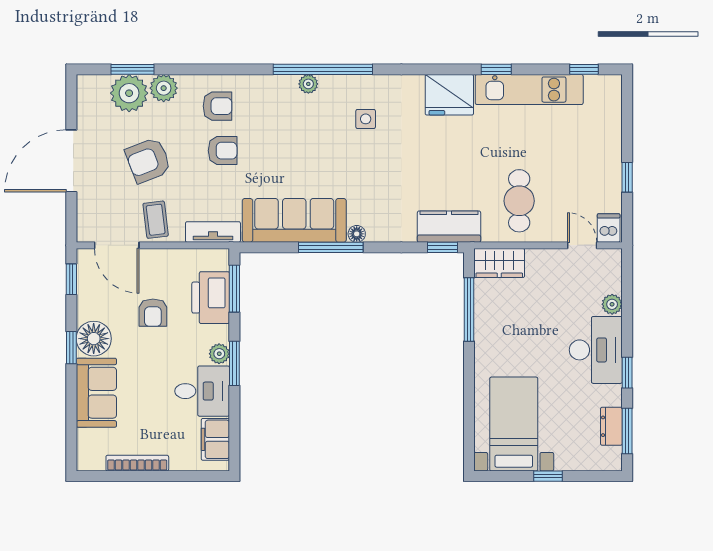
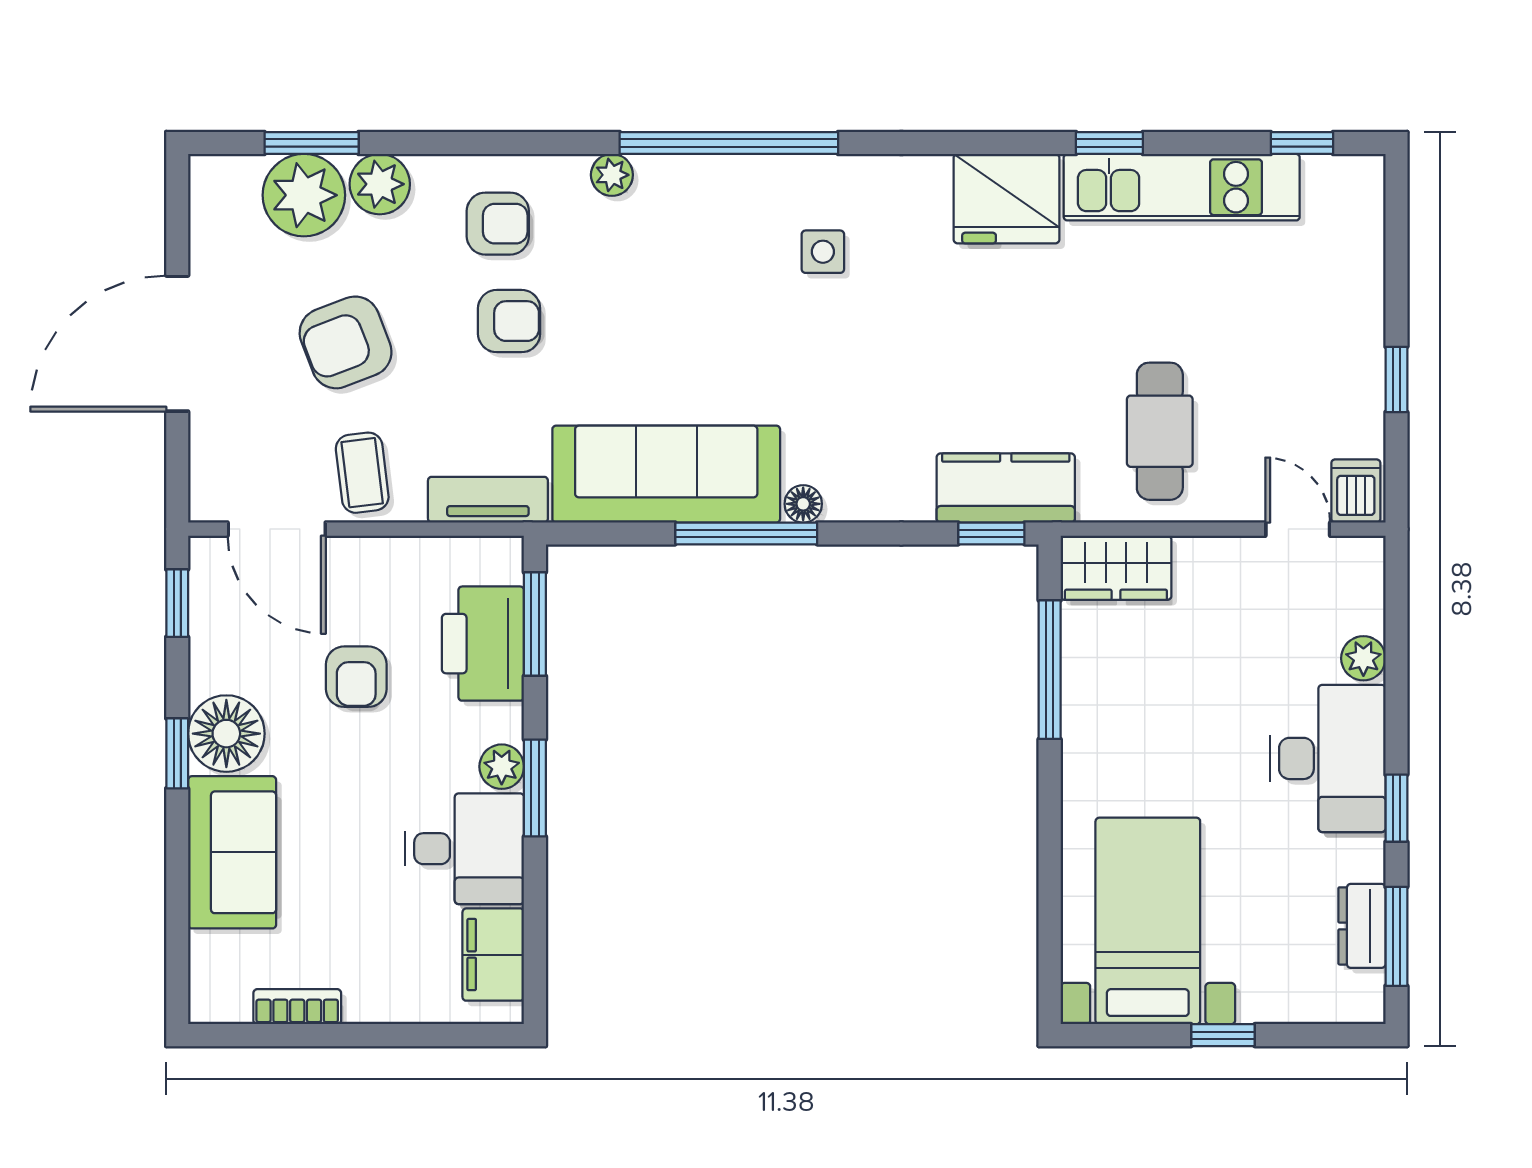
plant: (308, 84) -> (612, 175), moved
bookcase: (137, 463) -> (297, 1007), width x0.64

